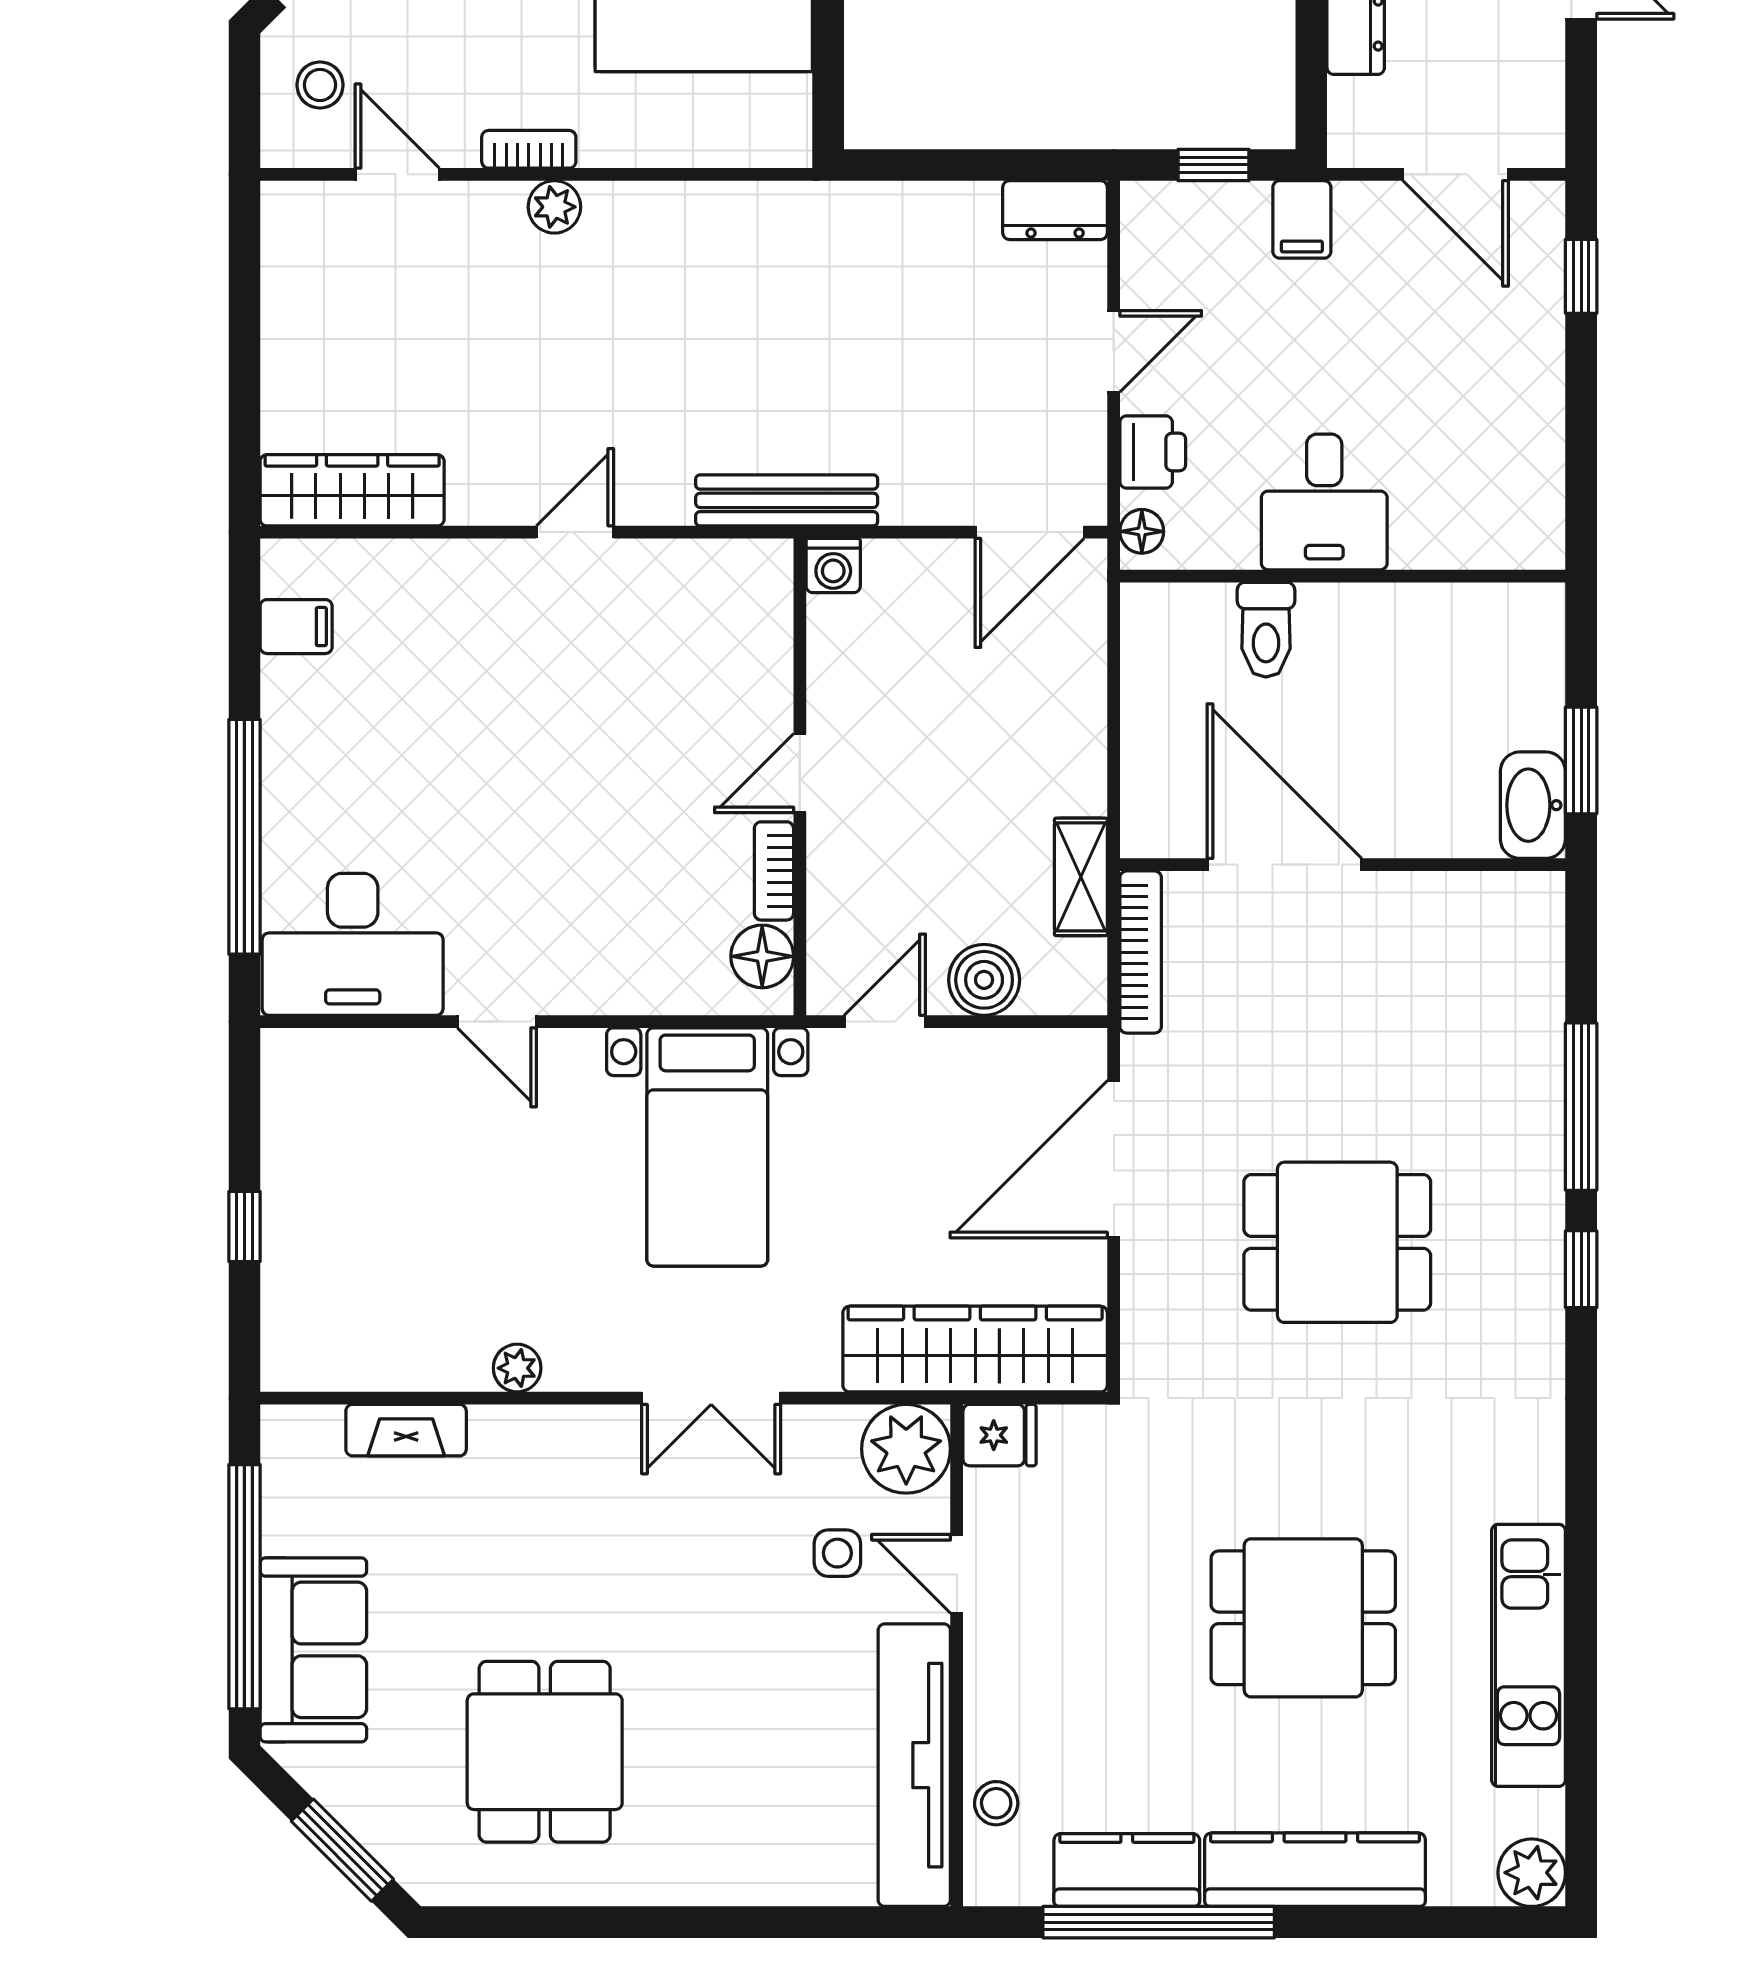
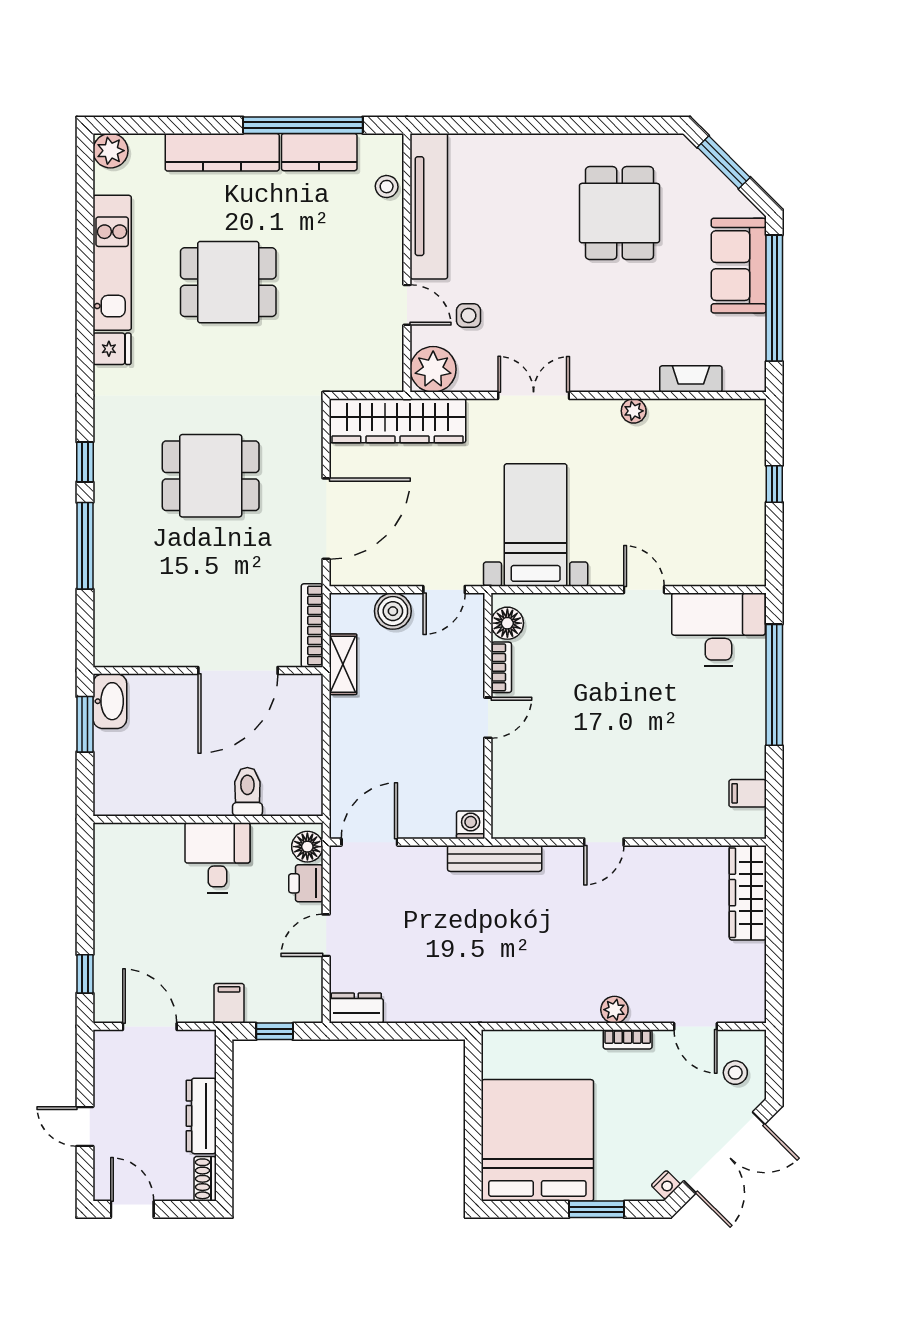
wardrobe: (352, 490) -> (748, 893), moved, turned 90
floor lamp: (1142, 531) -> (307, 847), width x1.37, depth x1.37
door: (1284, 865) -> (238, 670), hinge flipped
fridge: (1000, 1435) -> (112, 349), moved, turned 180

